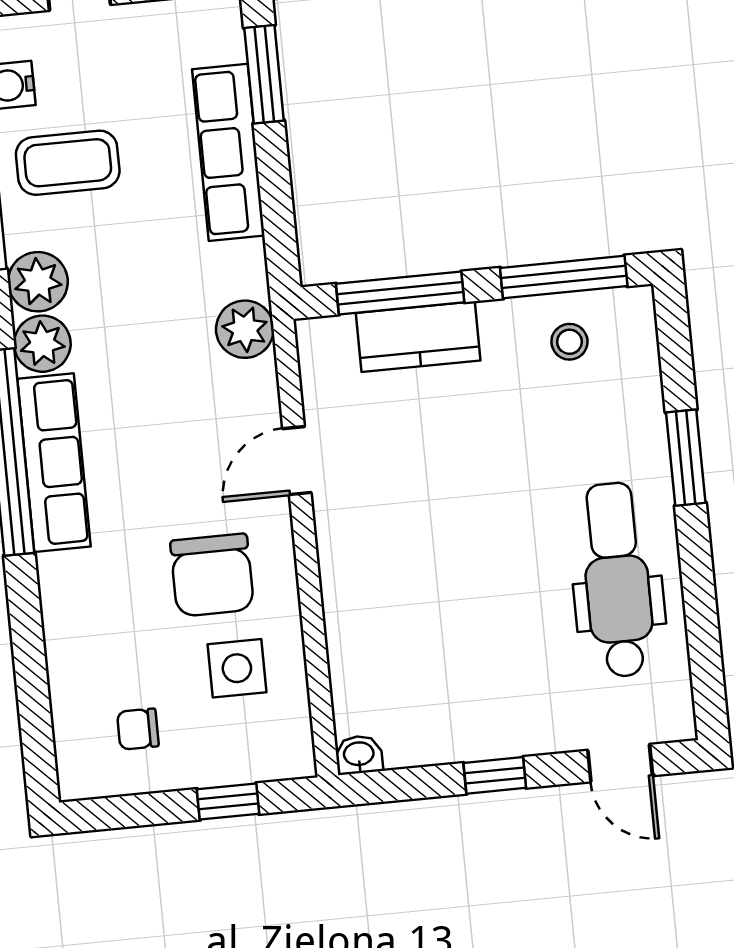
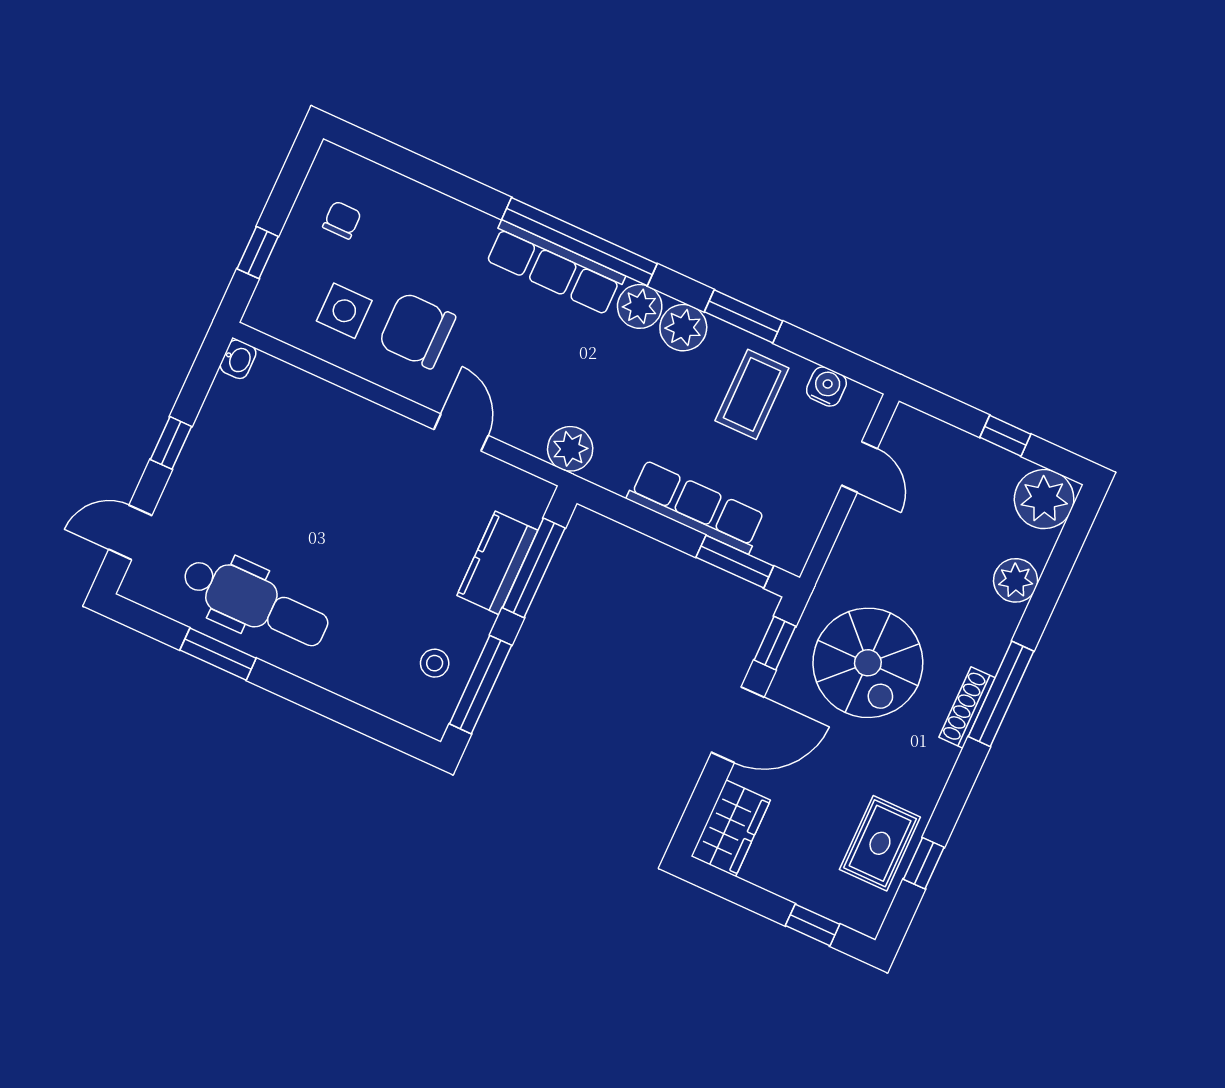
window: (686, 458) -> (218, 654), moved

